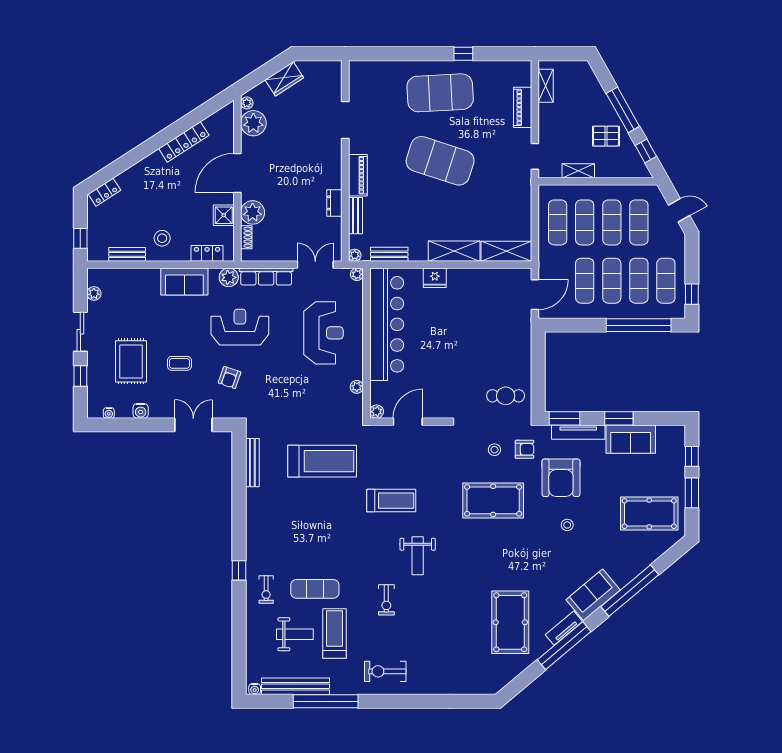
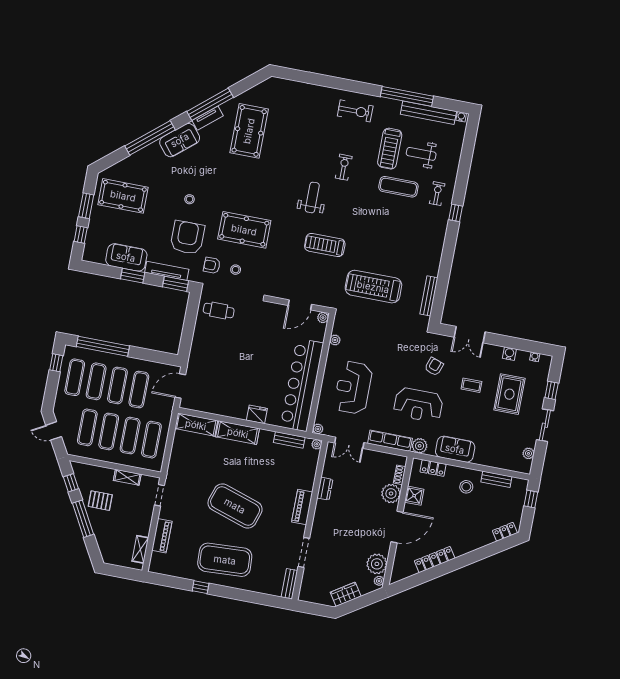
bench: (355, 216) -> (289, 584), moved

